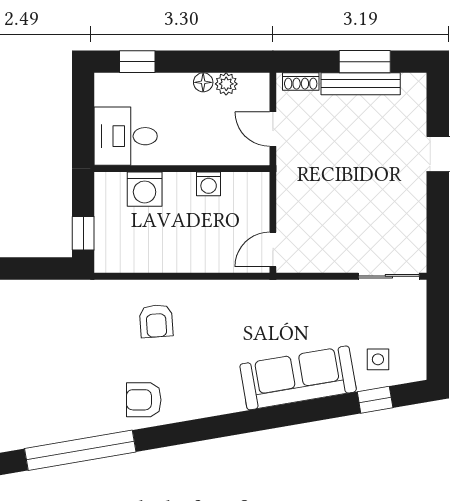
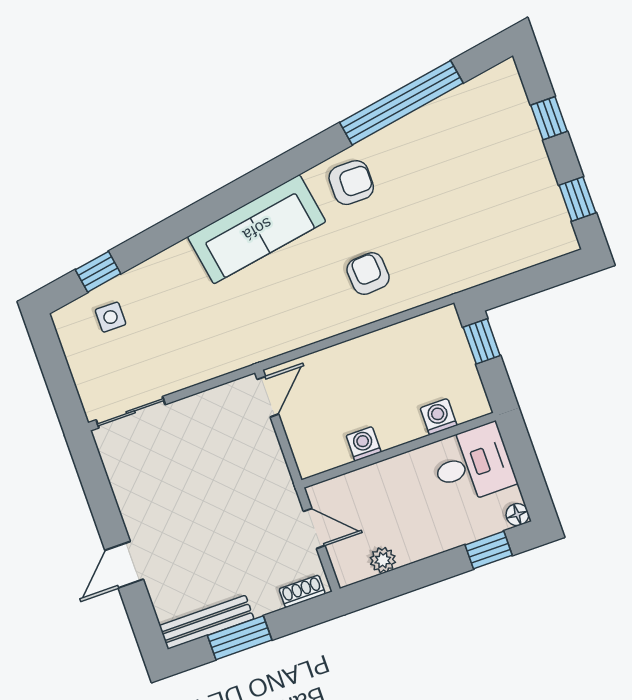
floor lamp: (203, 82) -> (517, 515), moved
bench: (361, 84) -> (207, 622), moved
washing machine: (145, 189) -> (439, 417), width x0.73, depth x0.73
sofa: (298, 378) -> (257, 229), moved

